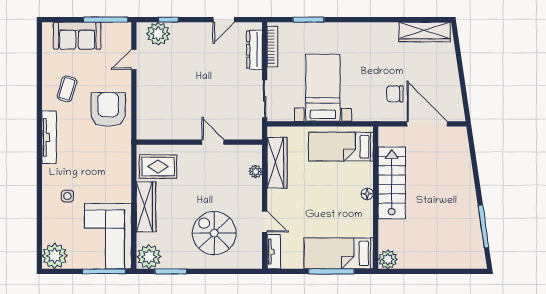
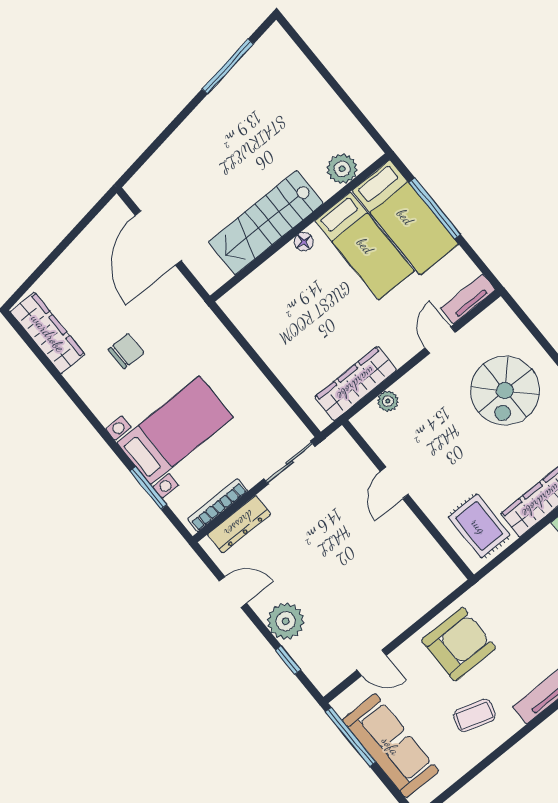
plant: (158, 34) -> (286, 621), moved
sofa: (77, 36) -> (391, 746), width x1.36
bed with nightstands: (323, 88) -> (175, 430), moved, turned 180
chair: (395, 94) -> (126, 351), moved, turned -90
armchair: (108, 109) -> (459, 644), turned 180
bed: (341, 147) -> (365, 246), moved
plant: (388, 259) -> (342, 169), moved

